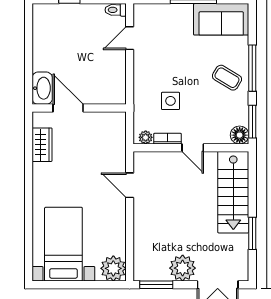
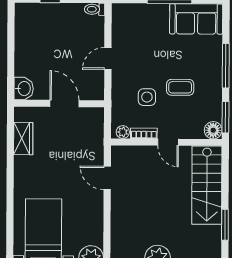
door: (130, 38) -> (108, 59), moved
coffee table: (227, 78) -> (180, 87), moved, turned -31
washbasin: (42, 88) -> (24, 89), width x0.72
door: (68, 108) -> (64, 104), moved

